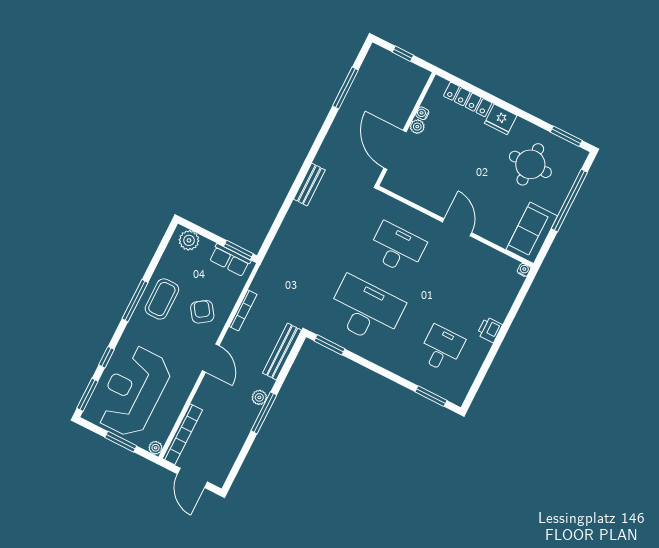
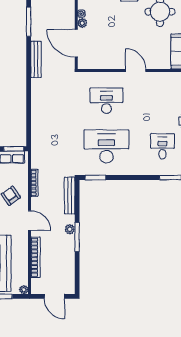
bench: (309, 185) -> (36, 59), moved, width x1.36
bookcase: (182, 434) -> (36, 257), moved

